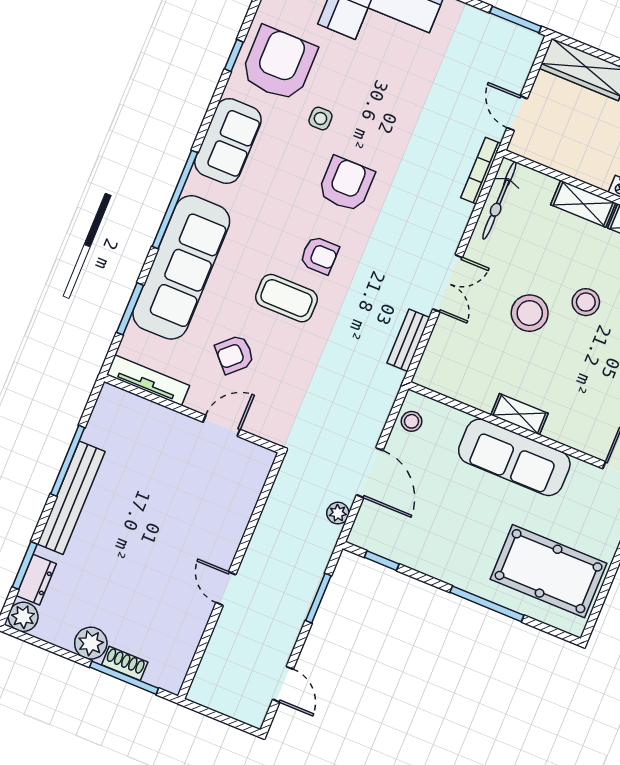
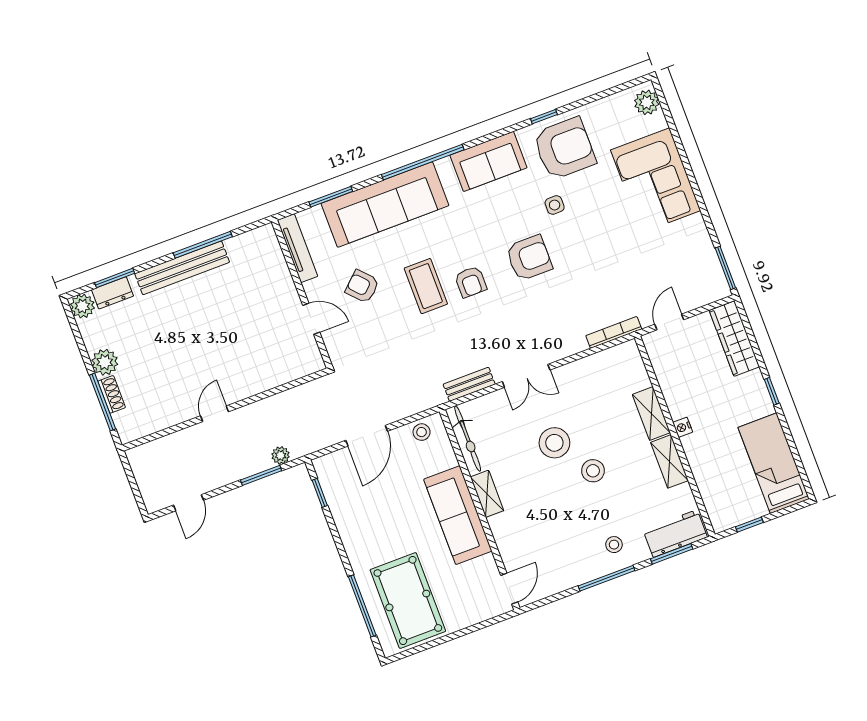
bicycle: (499, 200) -> (468, 439), moved, turned -90
plant: (338, 513) -> (281, 455), moved
window: (487, 604) -> (362, 606), moved

